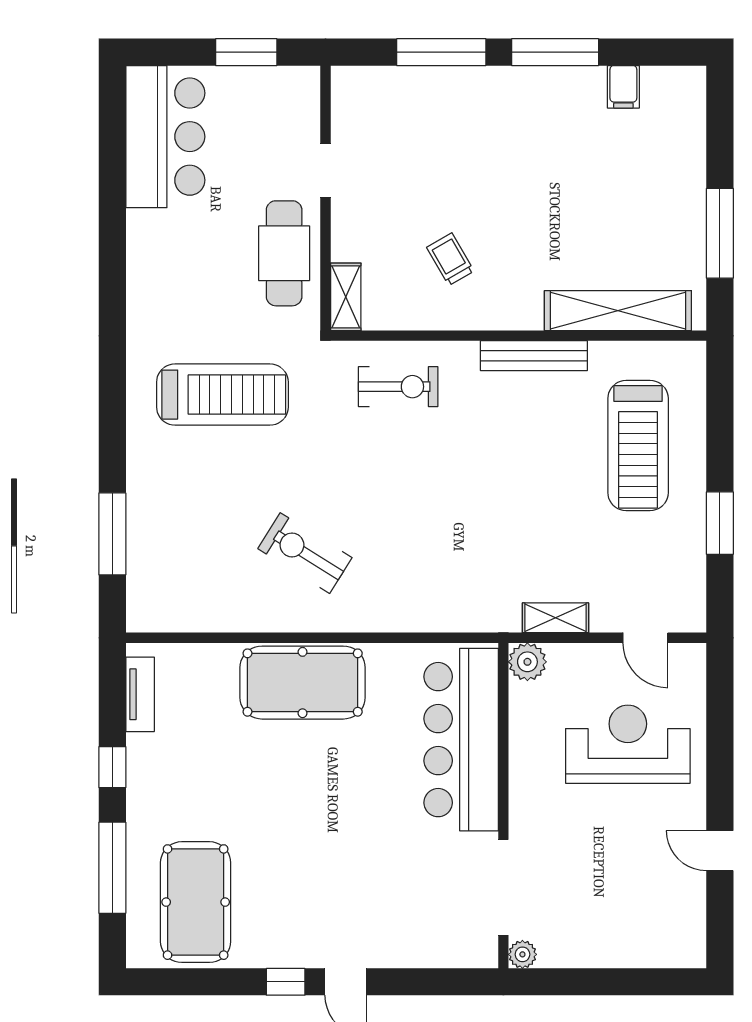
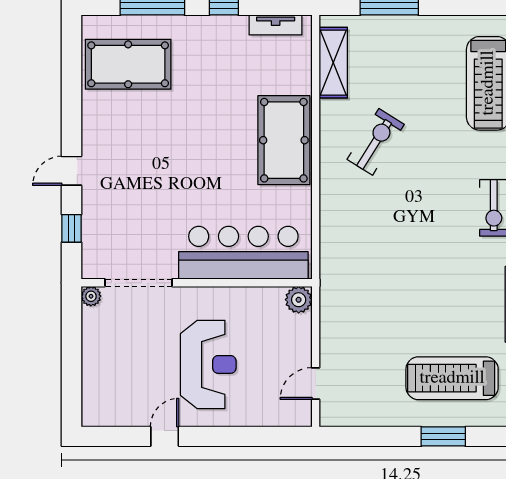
window: (720, 523) -> (443, 436), moved
shelving: (556, 618) -> (333, 63), moved, width x1.50, depth x1.33
reception desk: (628, 744) -> (208, 364), moved
window: (286, 982) -> (72, 228), moved

